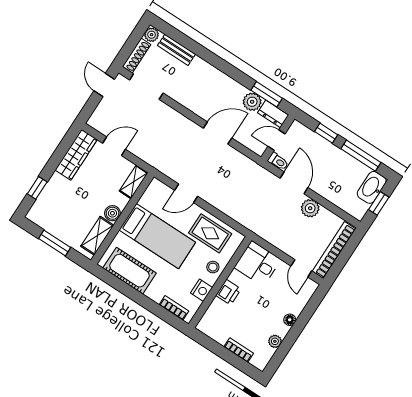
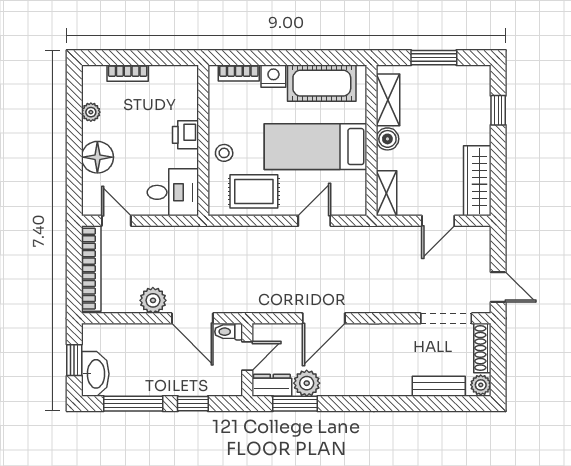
nightstand: (202, 290) -> (273, 76), moved, turned 90
floor lamp: (290, 320) -> (97, 157), width x1.89, depth x1.89

